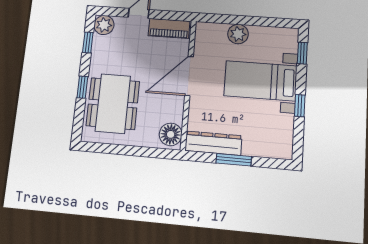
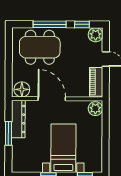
plant: (238, 34) -> (95, 109), moved
door: (189, 76) -> (52, 99), moved
window: (82, 87) -> (50, 24), width x2.17

